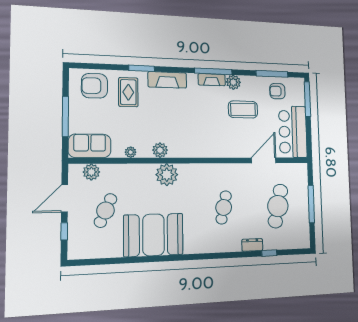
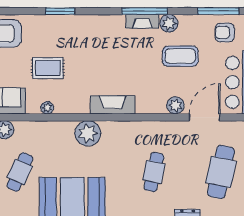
fireplace: (167, 80) -> (113, 105), moved, turned 180
rug: (128, 92) -> (48, 68), moved, turned 90
plant: (160, 150) -> (175, 105), moved

